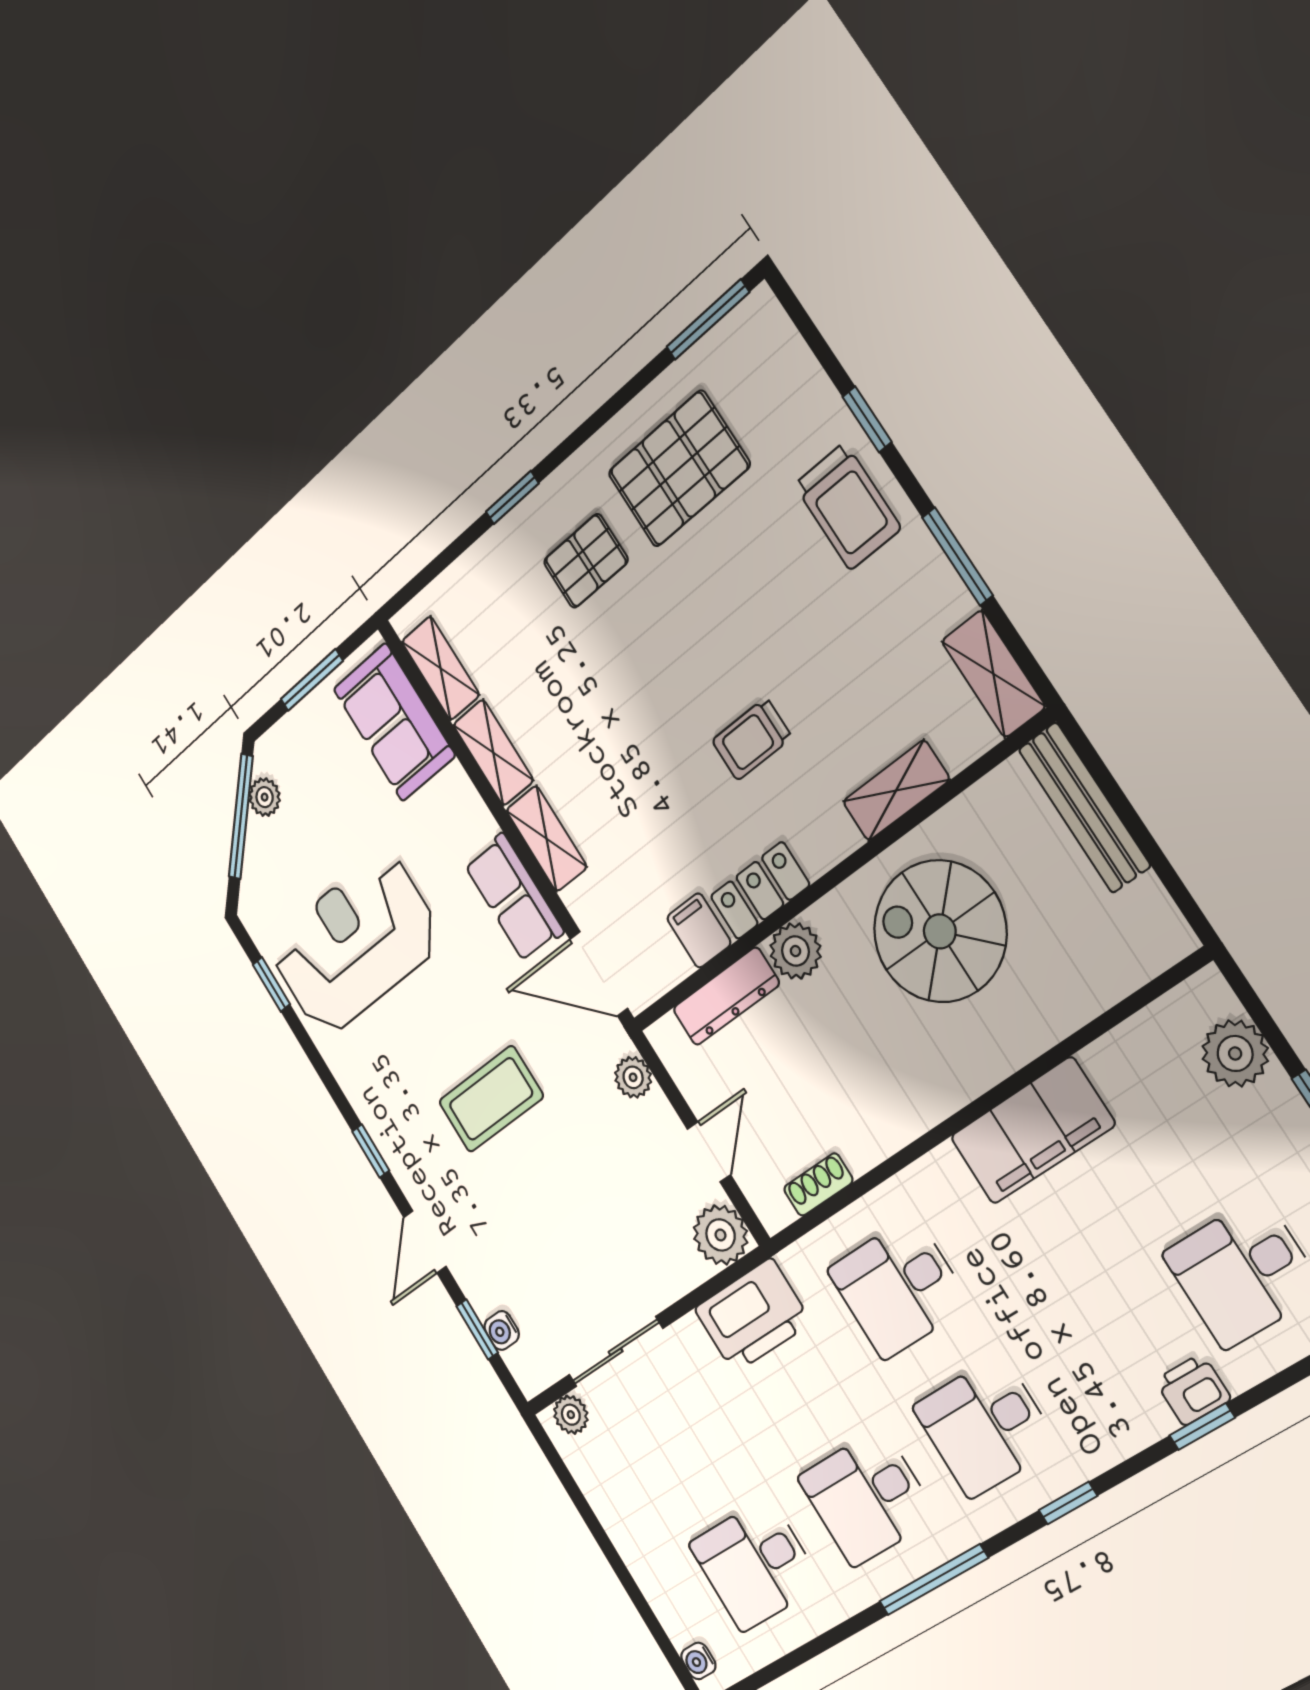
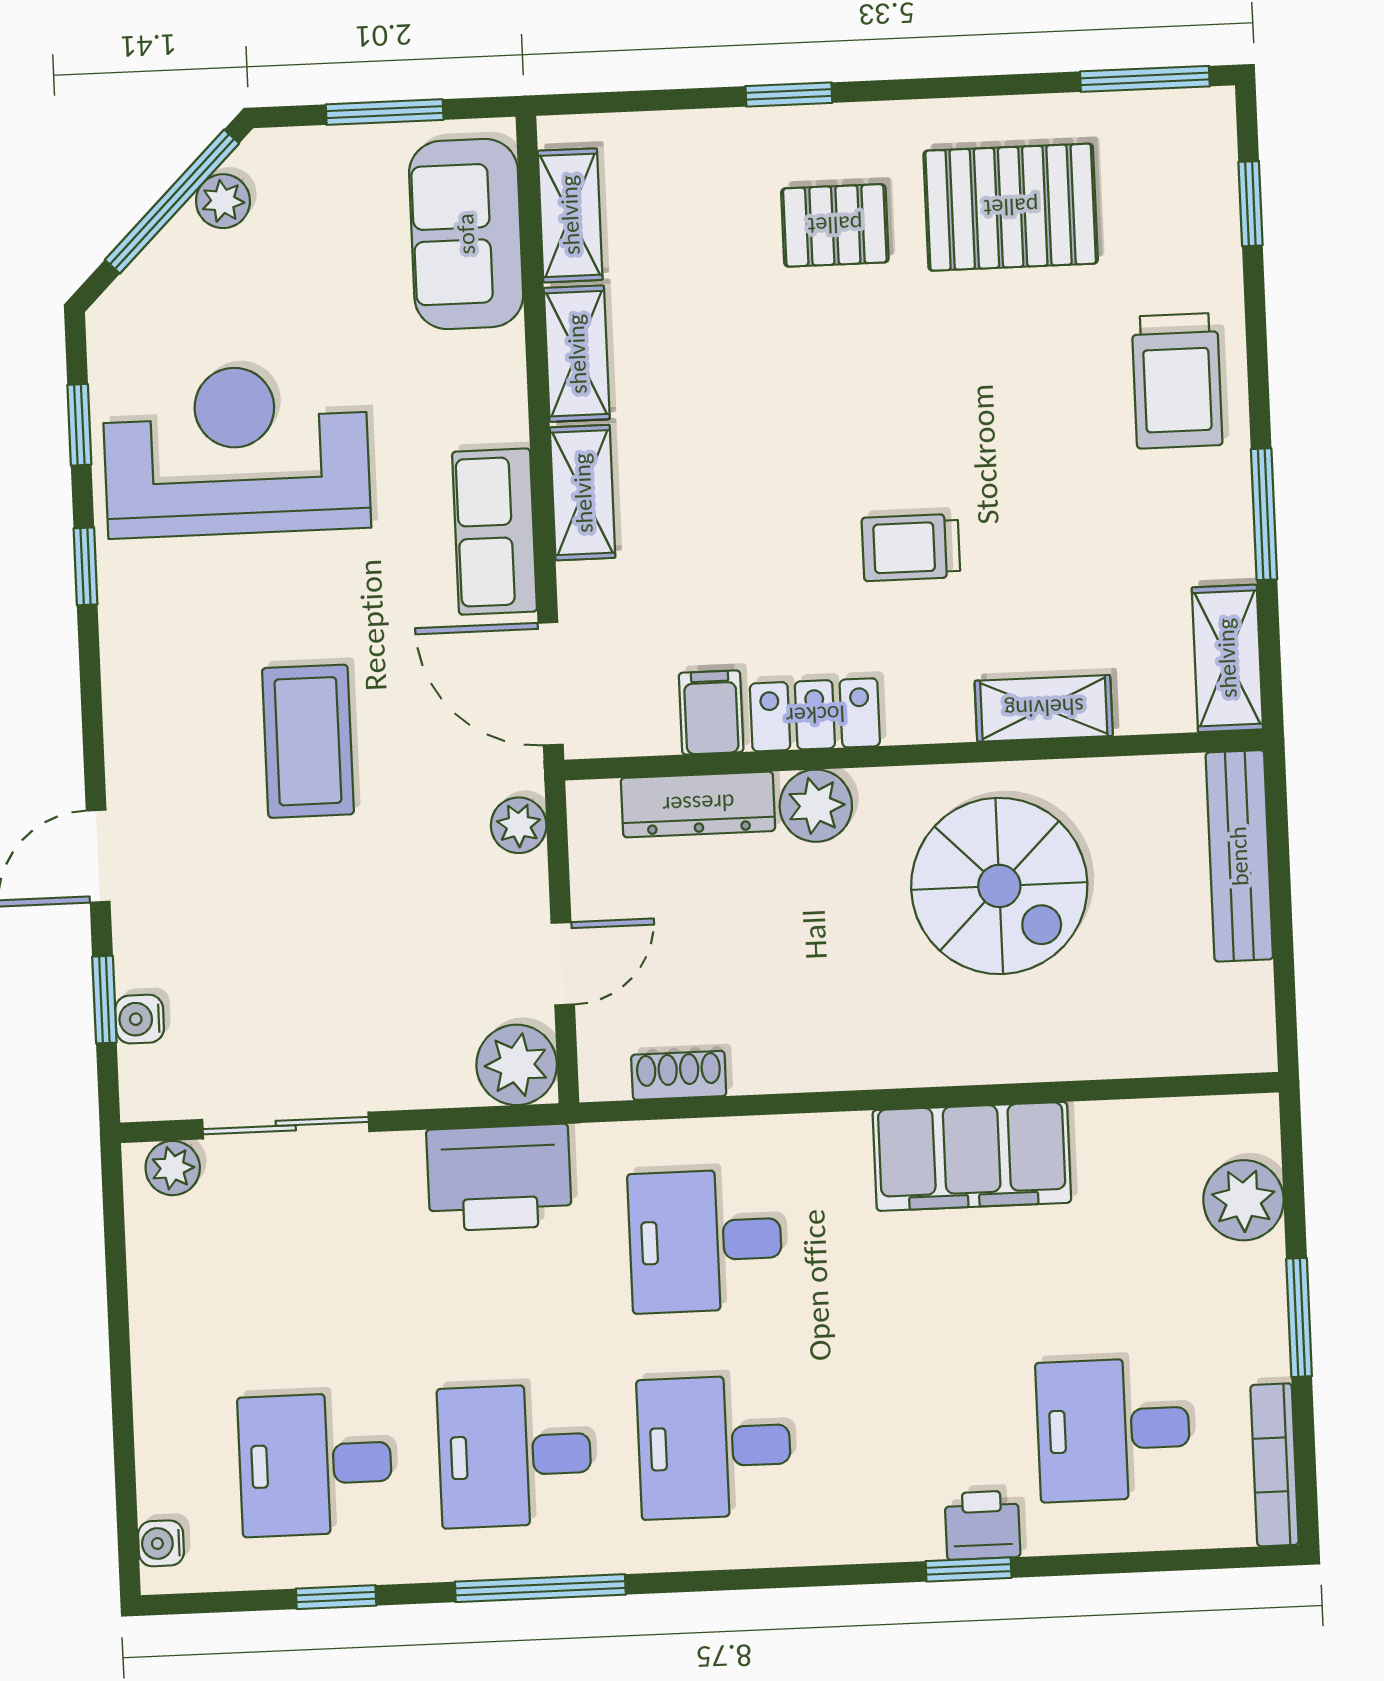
window: (867, 419) -> (1250, 204), moved
spiral stairs: (940, 931) -> (999, 886), turned 180
coffee table: (491, 1099) -> (308, 741), turned 90
window: (371, 1151) -> (86, 566), moved
window: (1068, 1503) -> (336, 1597), moved

